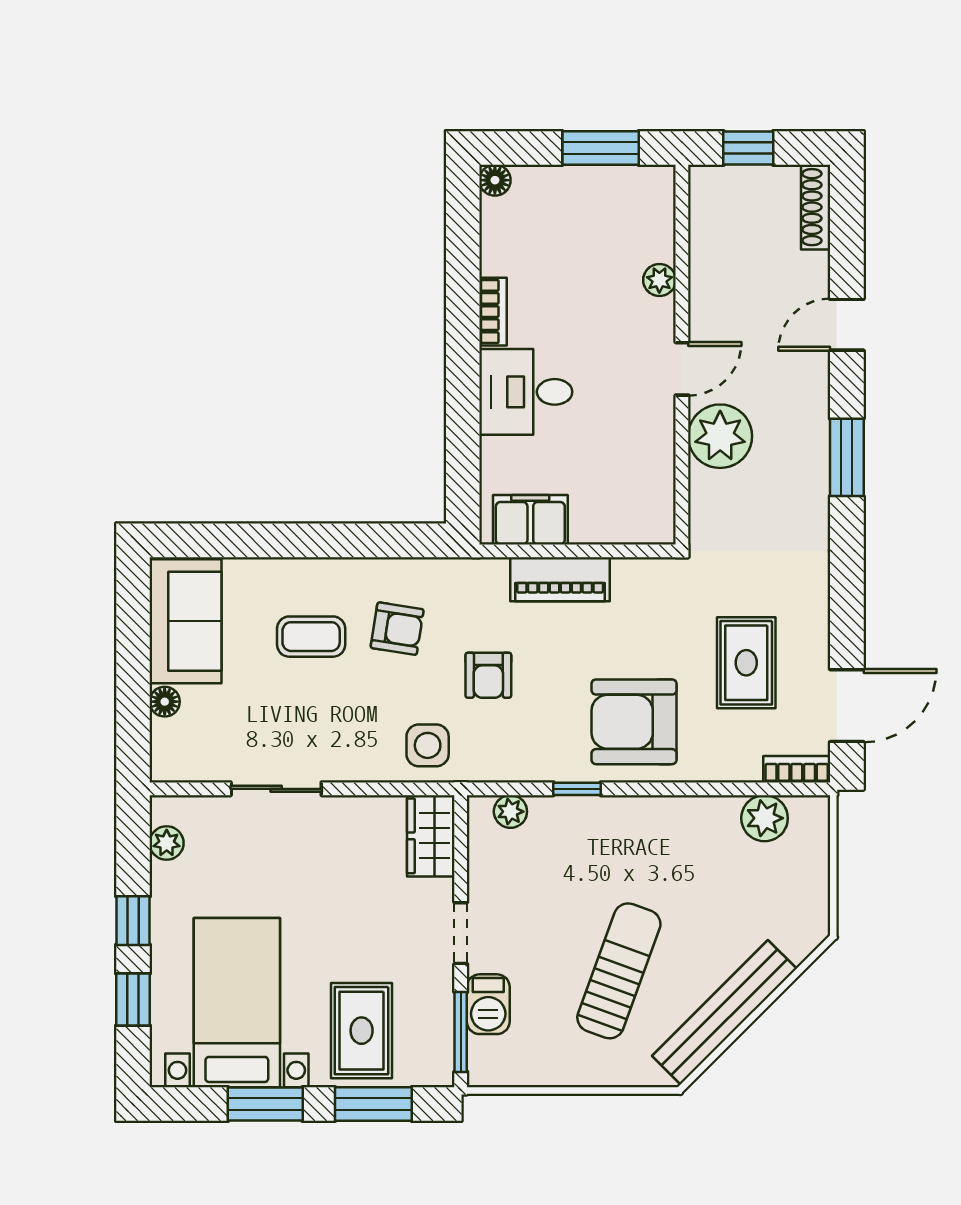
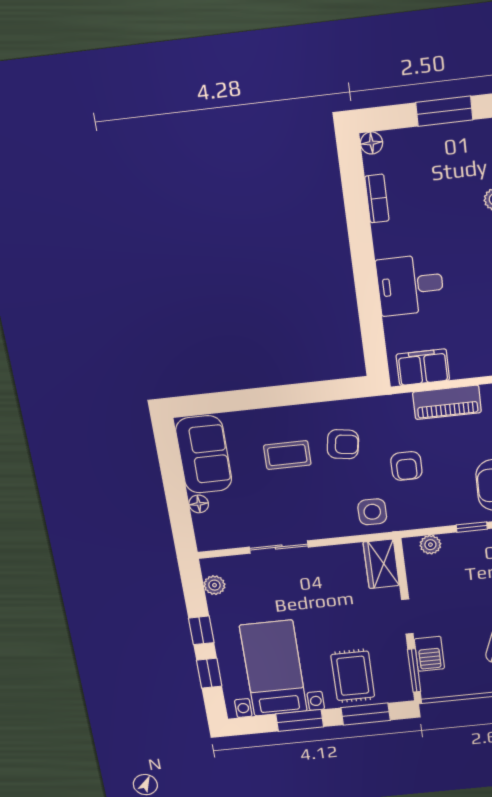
bookcase: (493, 312) -> (377, 199), moved

